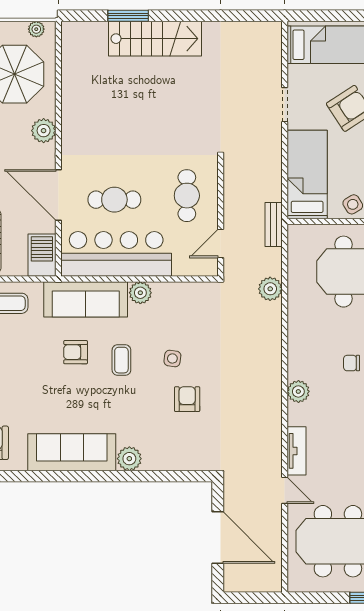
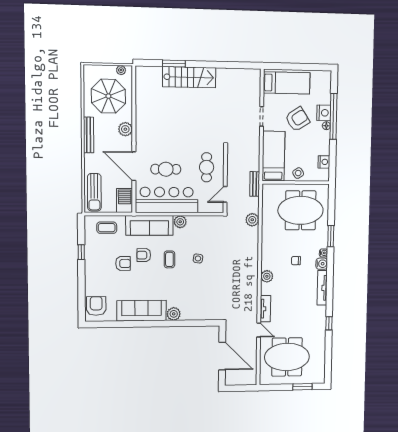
armchair: (187, 399) -> (123, 263), moved, turned 90

